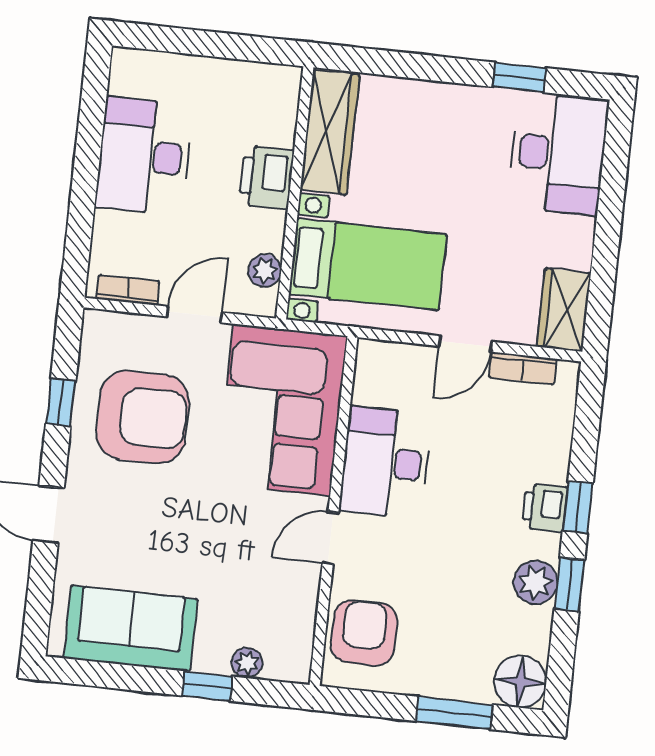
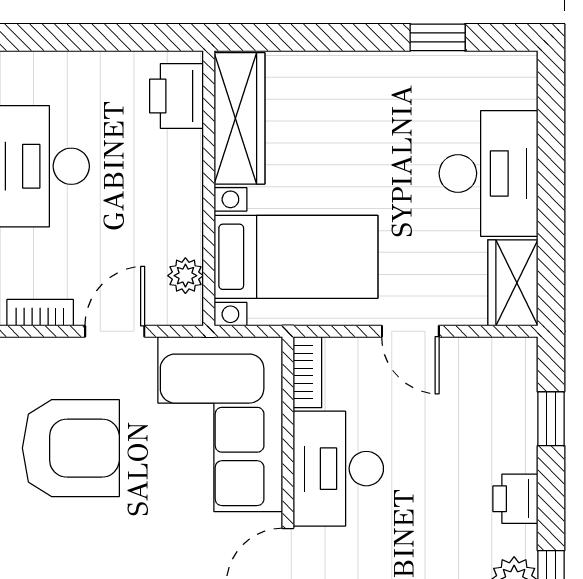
desk: (558, 154) -> (488, 173), moved
printer: (267, 177) -> (177, 96), moved
door: (465, 344) -> (410, 331), hinge flipped
bookcase: (523, 368) -> (307, 372), moved, turned -90
window: (578, 507) -> (551, 419), moved

